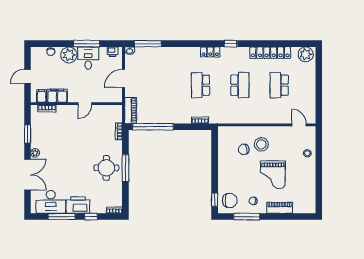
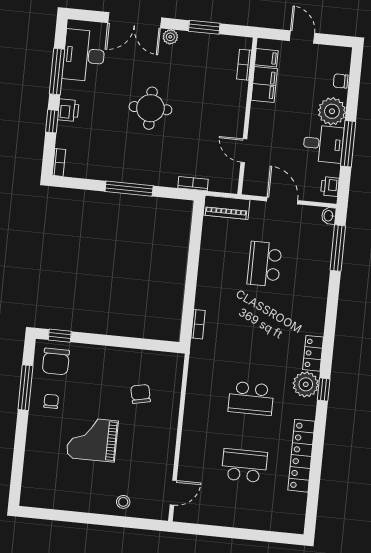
plant: (306, 54) -> (306, 384), moved
school desk: (201, 85) -> (264, 264), moved, turned -90
door: (85, 104) -> (244, 151), moved
window: (153, 127) -> (195, 243), removed
stool: (261, 144) -> (146, 425), removed
round table: (106, 168) -> (150, 108), moved
printer: (78, 205) -> (68, 110), width x0.53, depth x0.68
piano: (280, 208) -> (35, 445), removed

